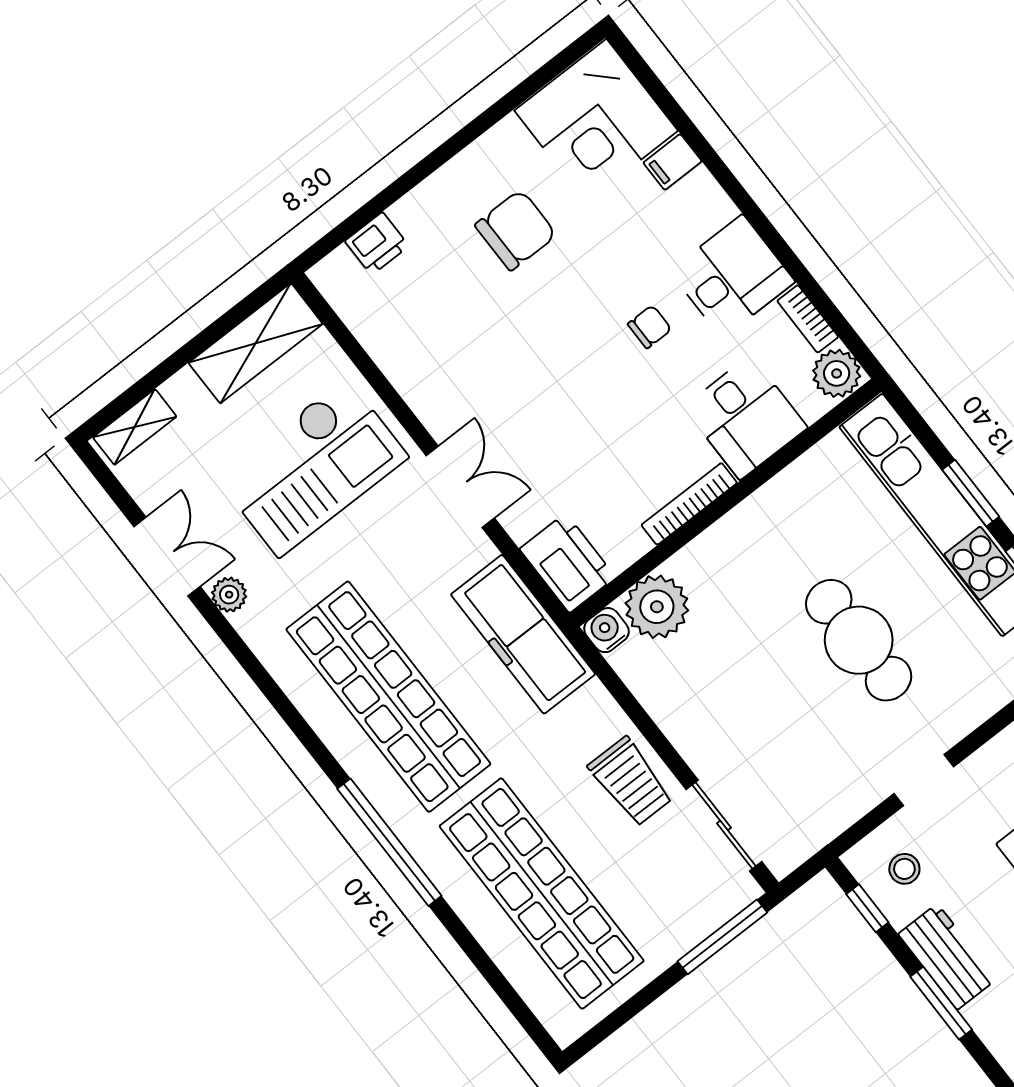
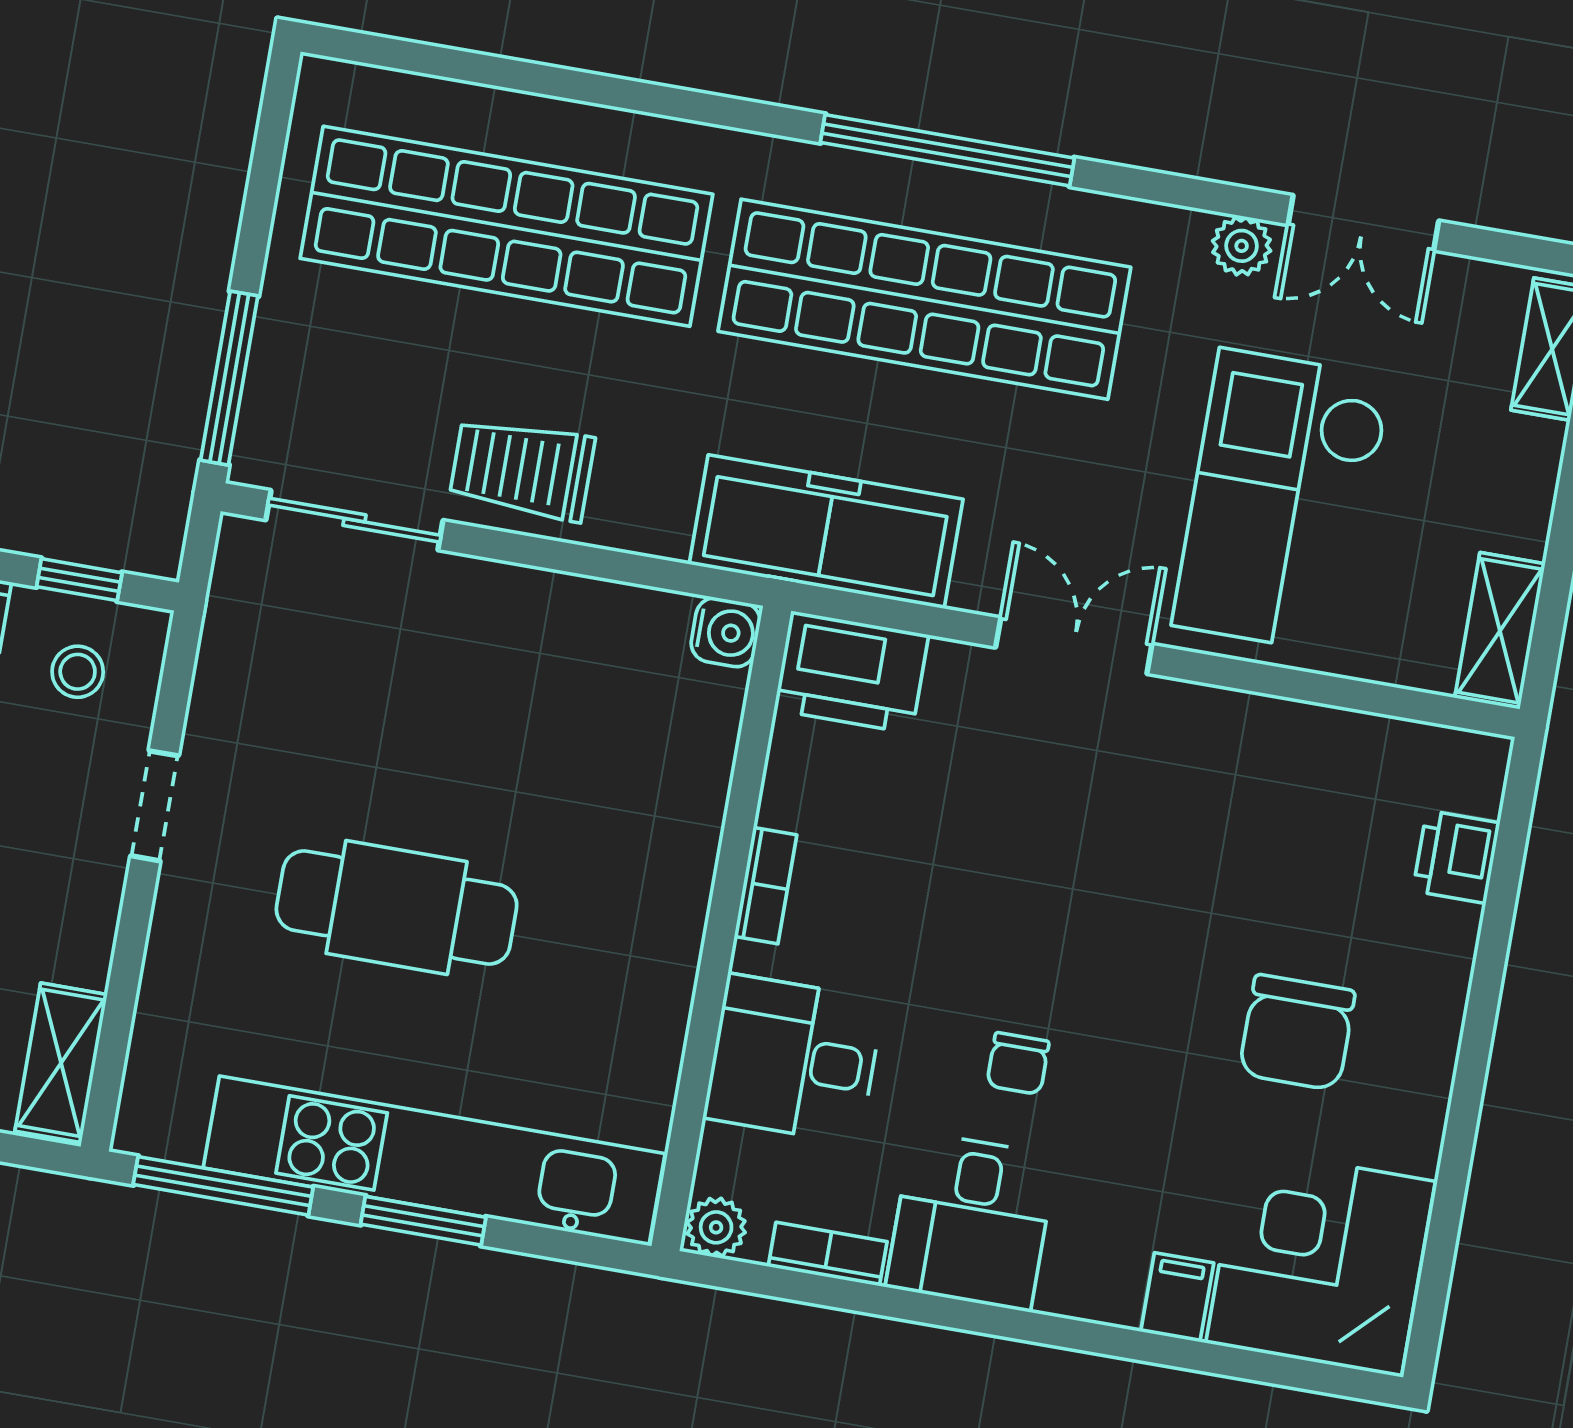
shelving: (256, 343) -> (1500, 631), width x0.67, depth x0.75
plant: (837, 373) -> (716, 1227), width x0.73, depth x0.73
double door: (460, 487) -> (1074, 646), swing flipped
bookcase: (689, 504) -> (766, 886), width x0.64
plant: (657, 607) -> (689, 719), removed
window: (389, 842) -> (947, 150), moved

